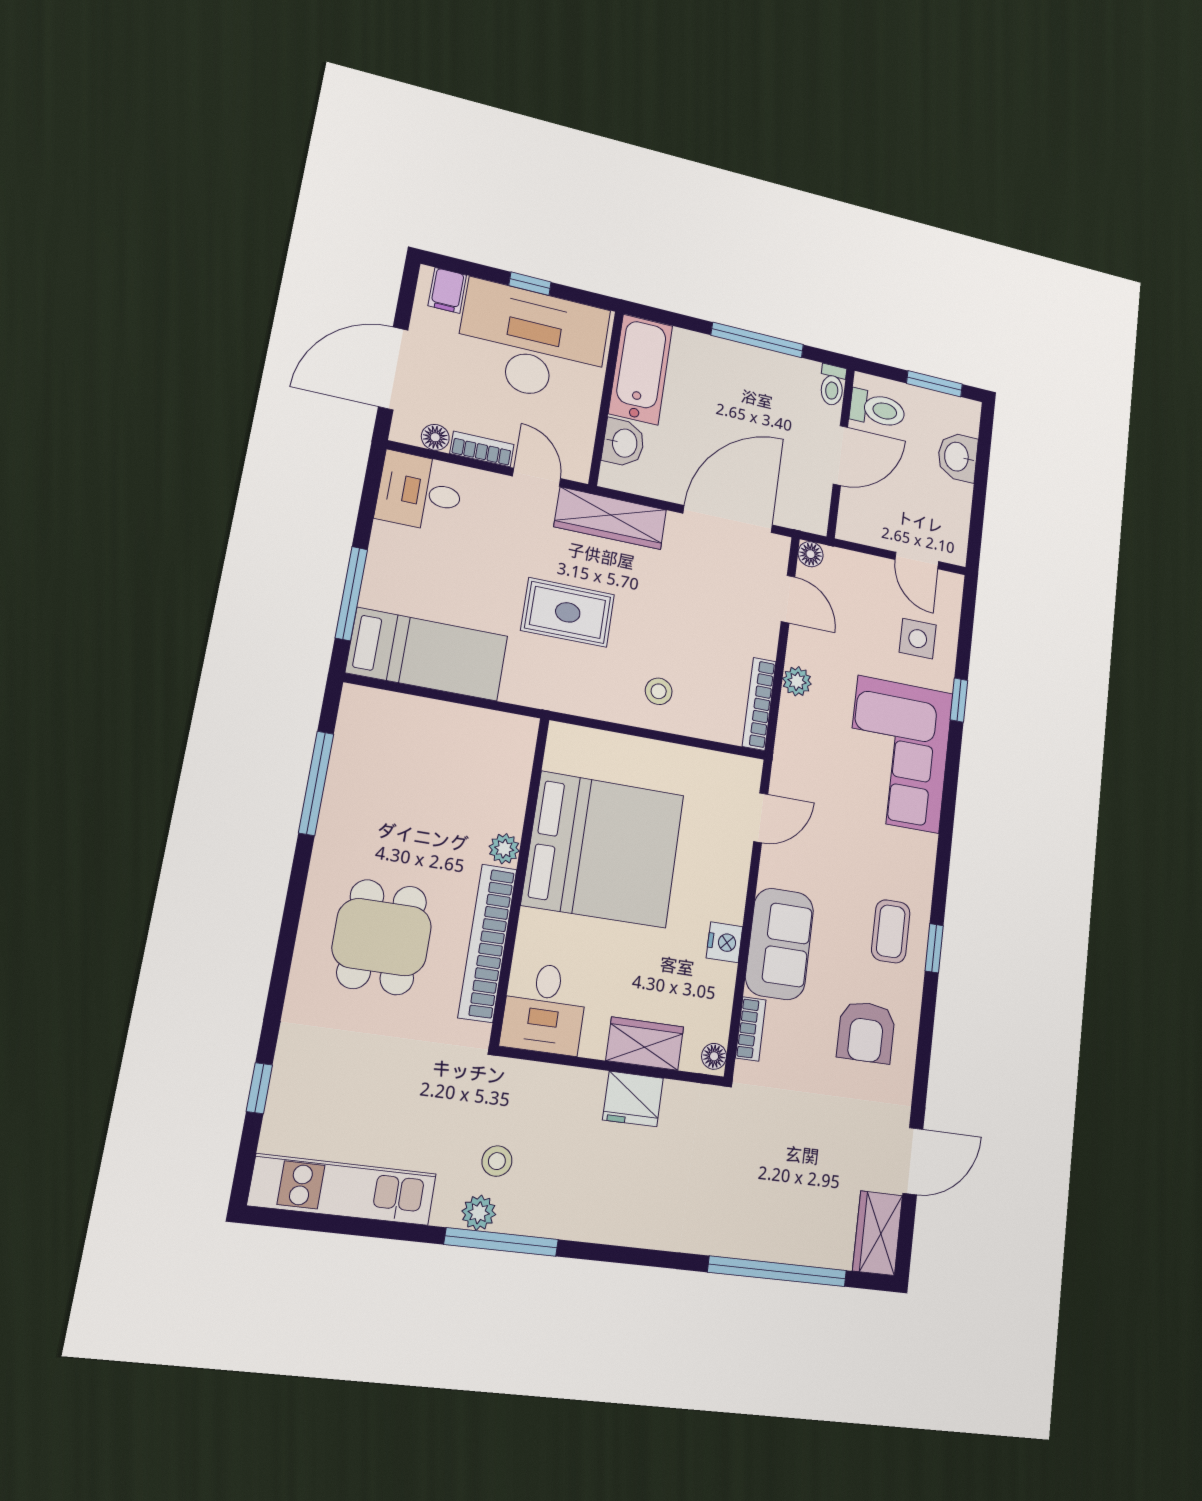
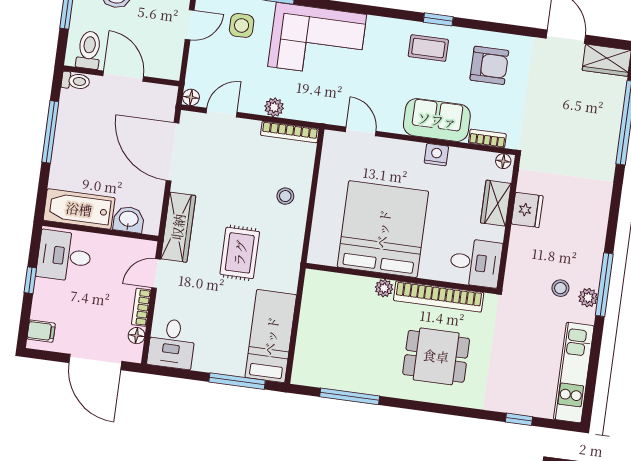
desk: (532, 343) -> (64, 256), width x0.53, depth x0.77

